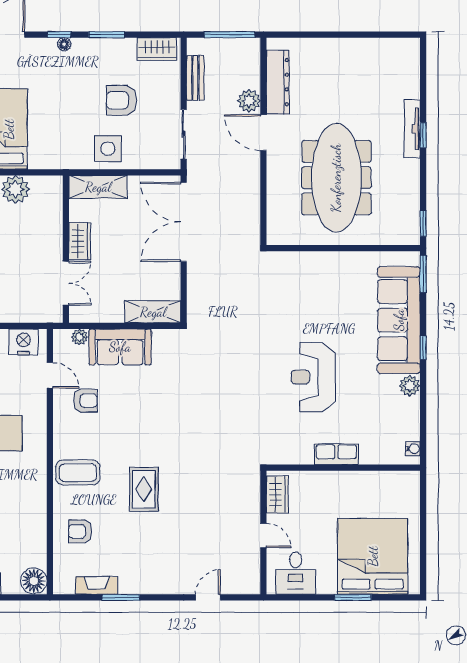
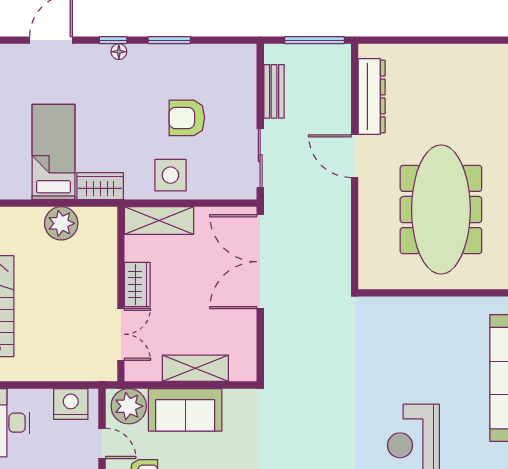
wardrobe: (157, 49) -> (100, 186), moved, turned 180
plant: (249, 101) -> (338, 119), removed
shelving: (153, 312) -> (195, 368), moved
plant: (79, 337) -> (129, 406), width x1.87, depth x1.87

